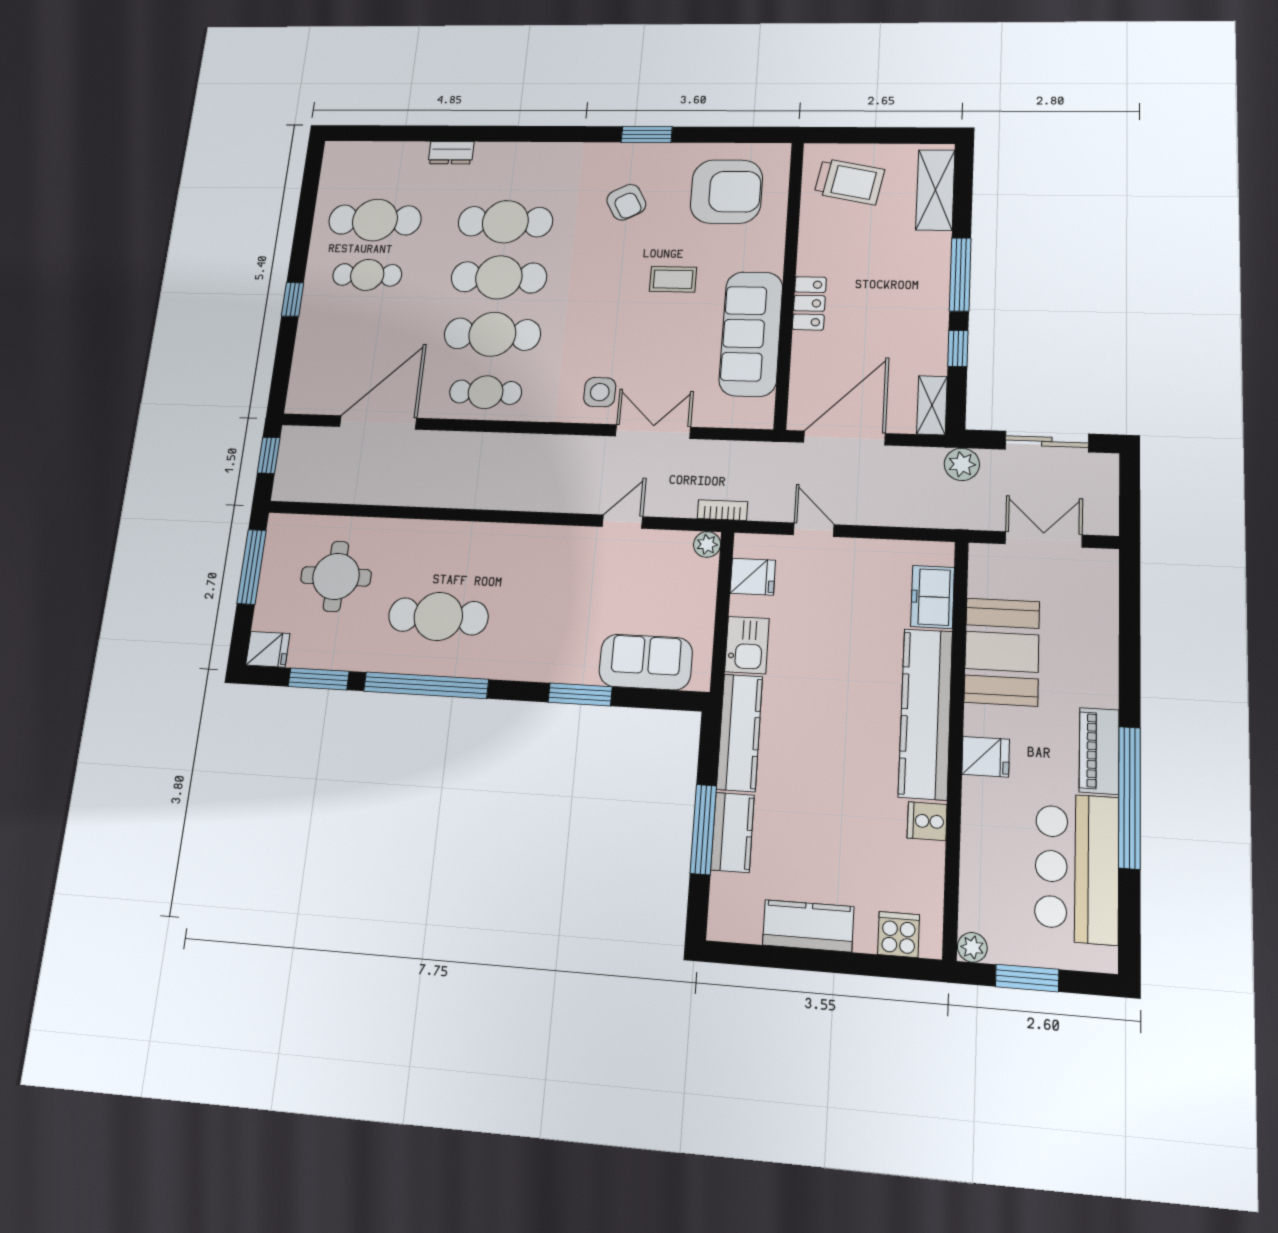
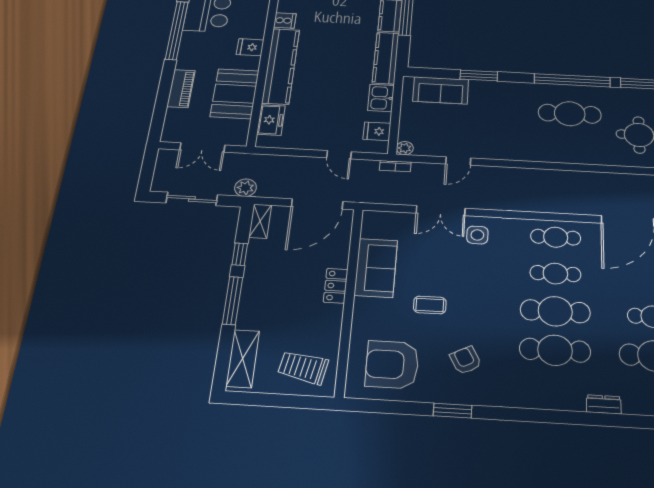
cafe table: (492, 334) -> (555, 274), width x0.73, depth x0.74
sofa: (751, 334) -> (376, 268), width x0.73
piano: (1099, 751) -> (181, 89), moved

